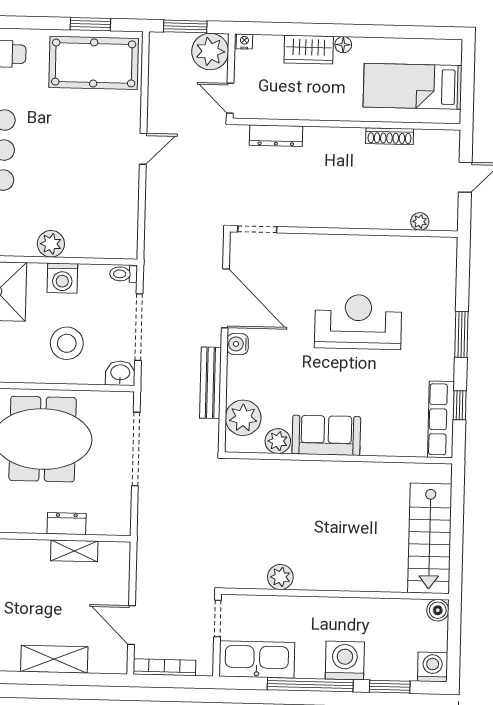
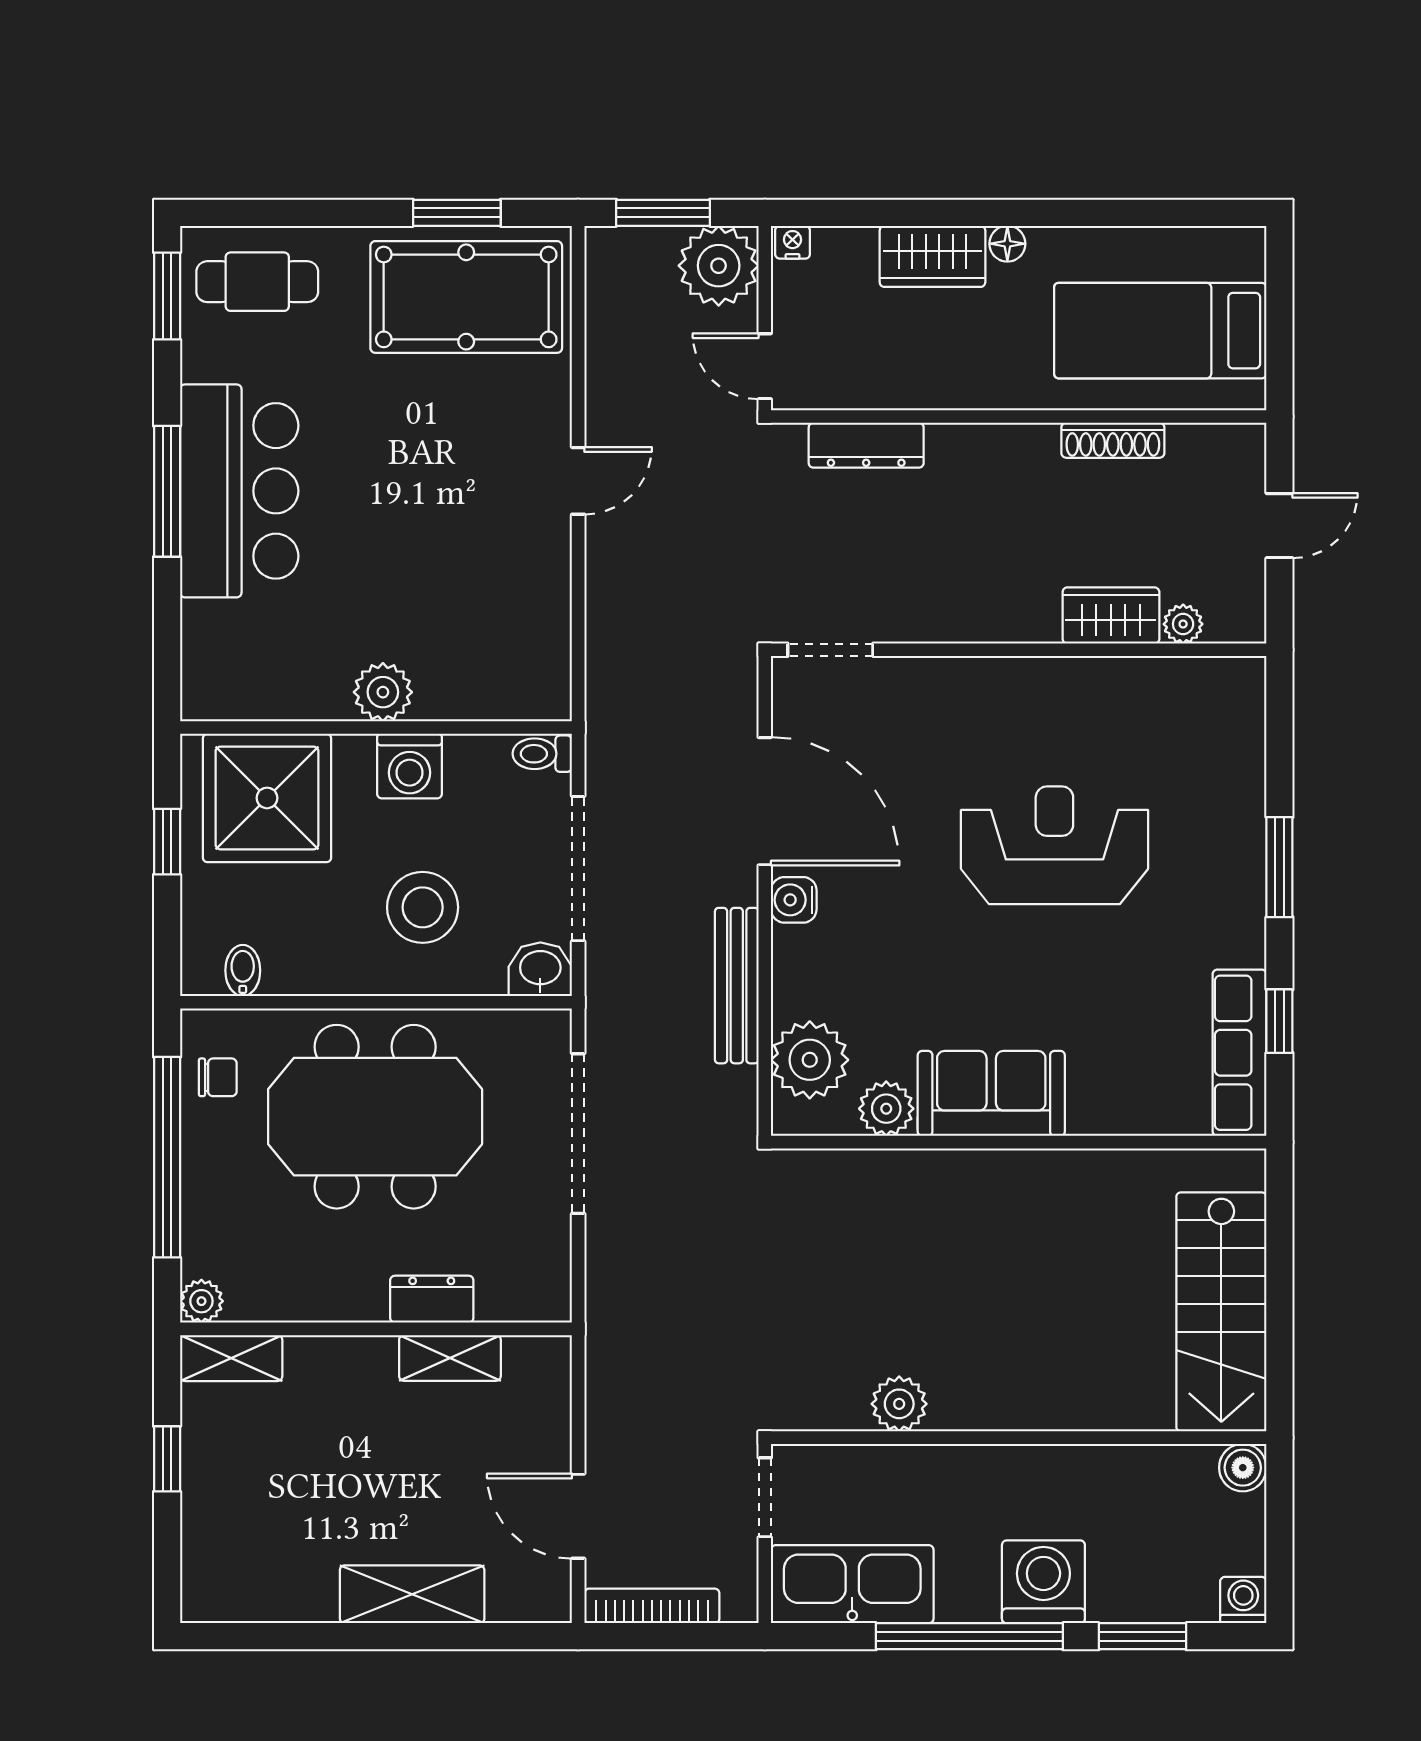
wardrobe: (387, 217) -> (1111, 615), added
washing machine: (433, 667) -> (1243, 1600), width x0.73, depth x0.73

